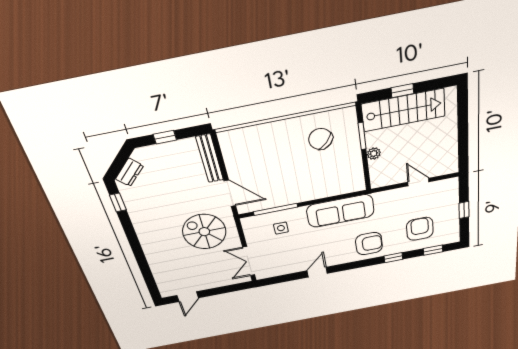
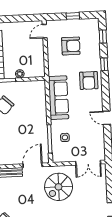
door: (418, 182) -> (45, 31), moved
armchair: (420, 229) -> (71, 46), moved, turned 180
armchair: (369, 244) -> (89, 80), turned 180

